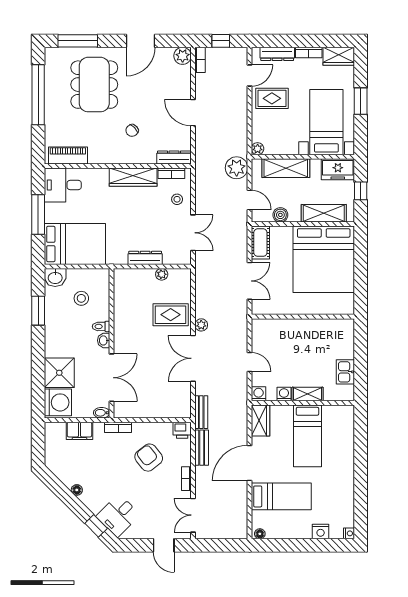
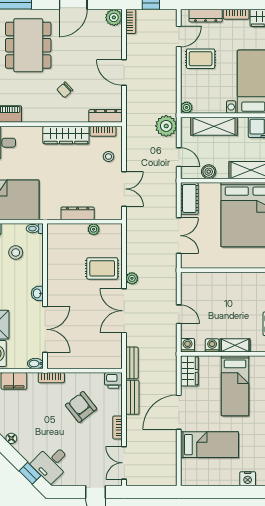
toilet: (101, 326) -> (35, 229), moved
floor lamp: (260, 534) -> (189, 481), removed

